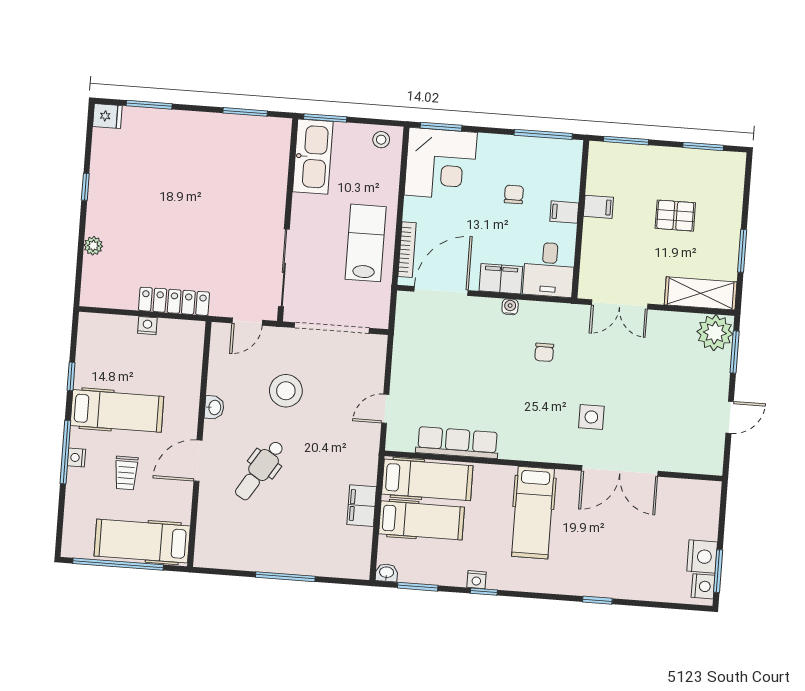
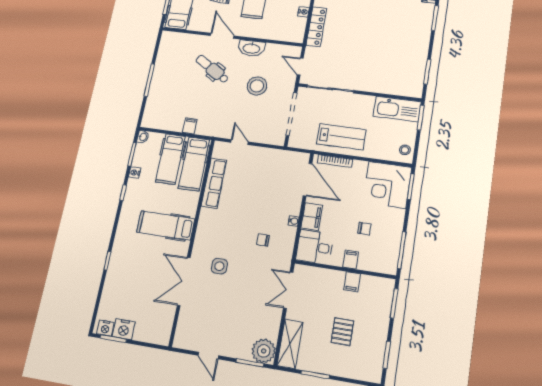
washbasin: (214, 407) -> (251, 48), width x1.91, depth x1.45
filing cabinet: (362, 506) -> (190, 126), width x0.50
nightstand: (476, 580) -> (135, 173), moved

